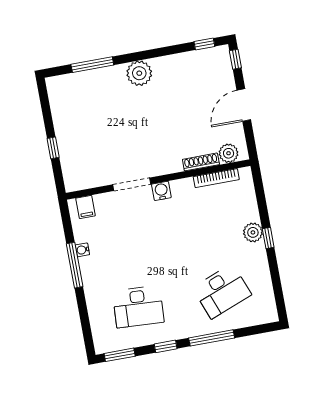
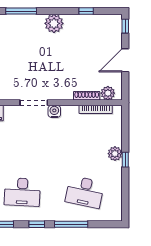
window: (204, 44) -> (86, 11), moved
desk: (222, 291) -> (85, 192), turned 33

